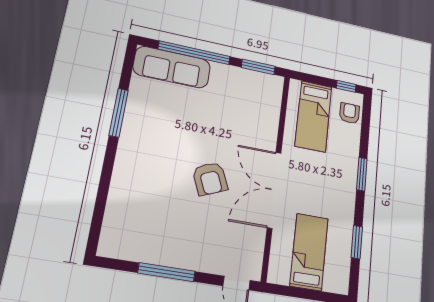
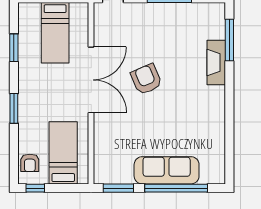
sofa: (172, 67) -> (167, 170), moved
window: (119, 113) -> (229, 40), moved
fireplace: (122, 183) -> (216, 62), added

